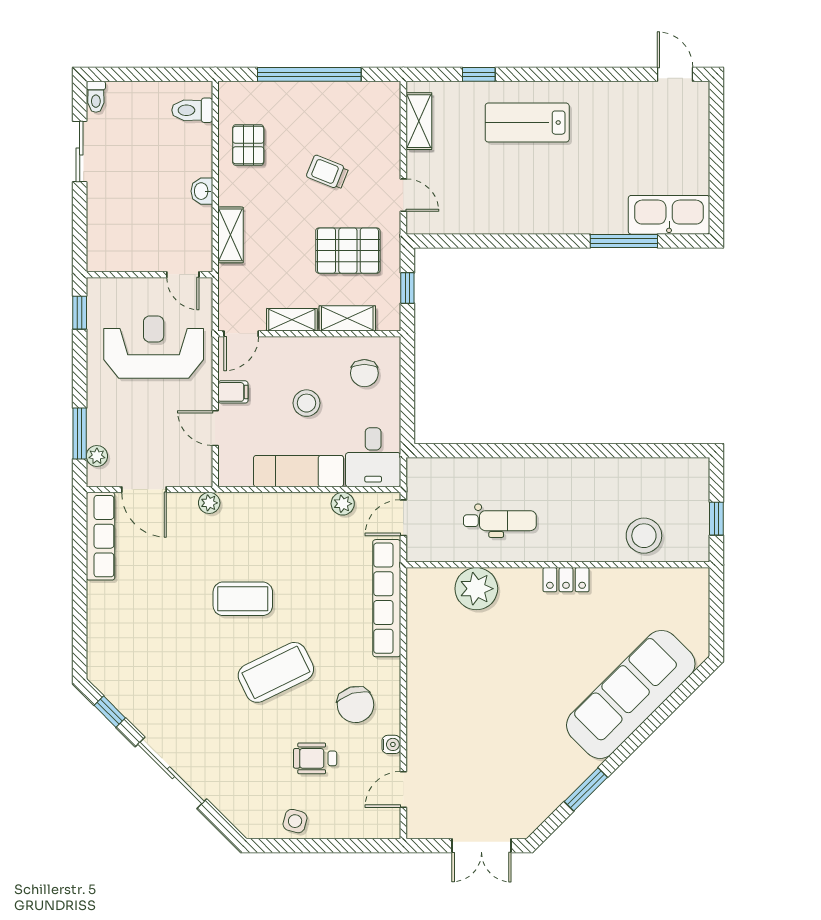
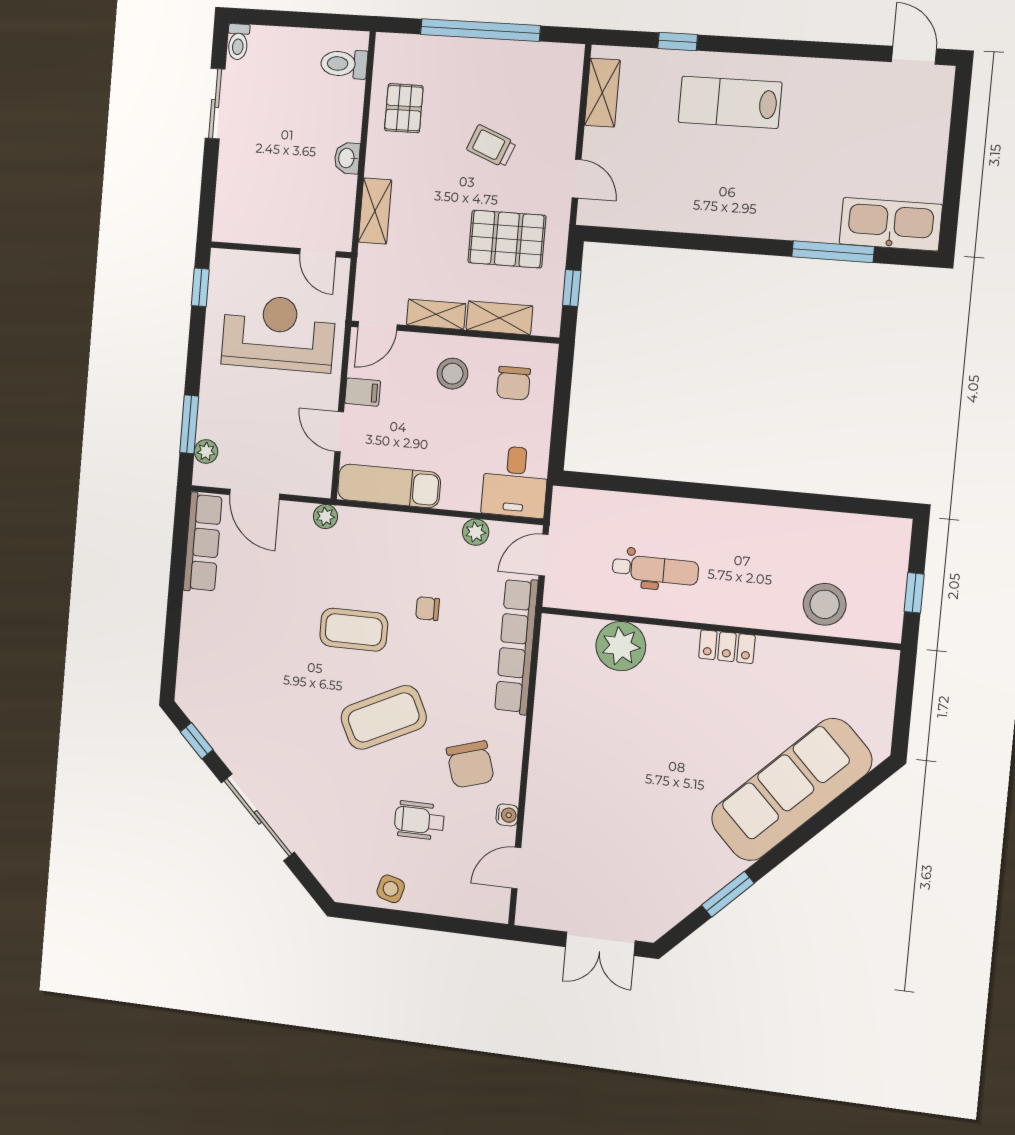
stool: (307, 403) -> (452, 374), moved
exam couch: (298, 471) -> (389, 486), moved
chair: (306, 574) -> (428, 609), added

